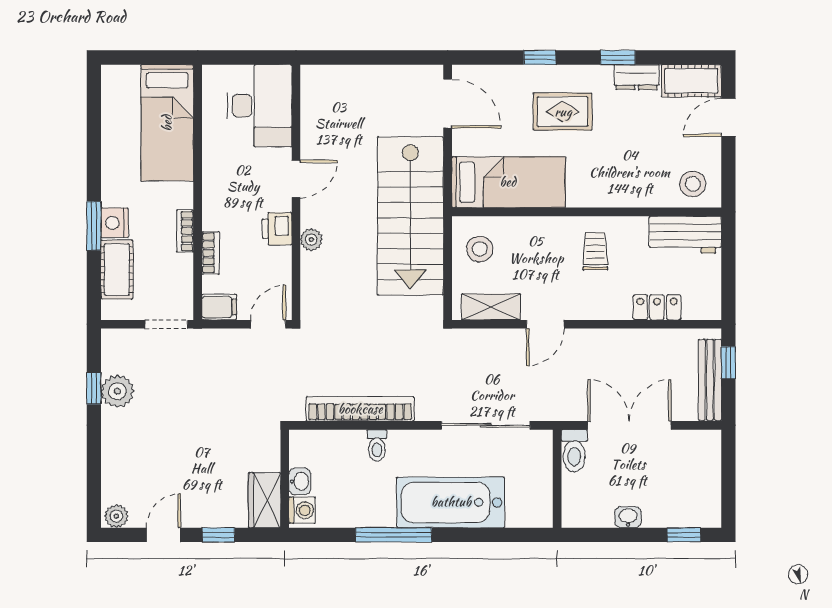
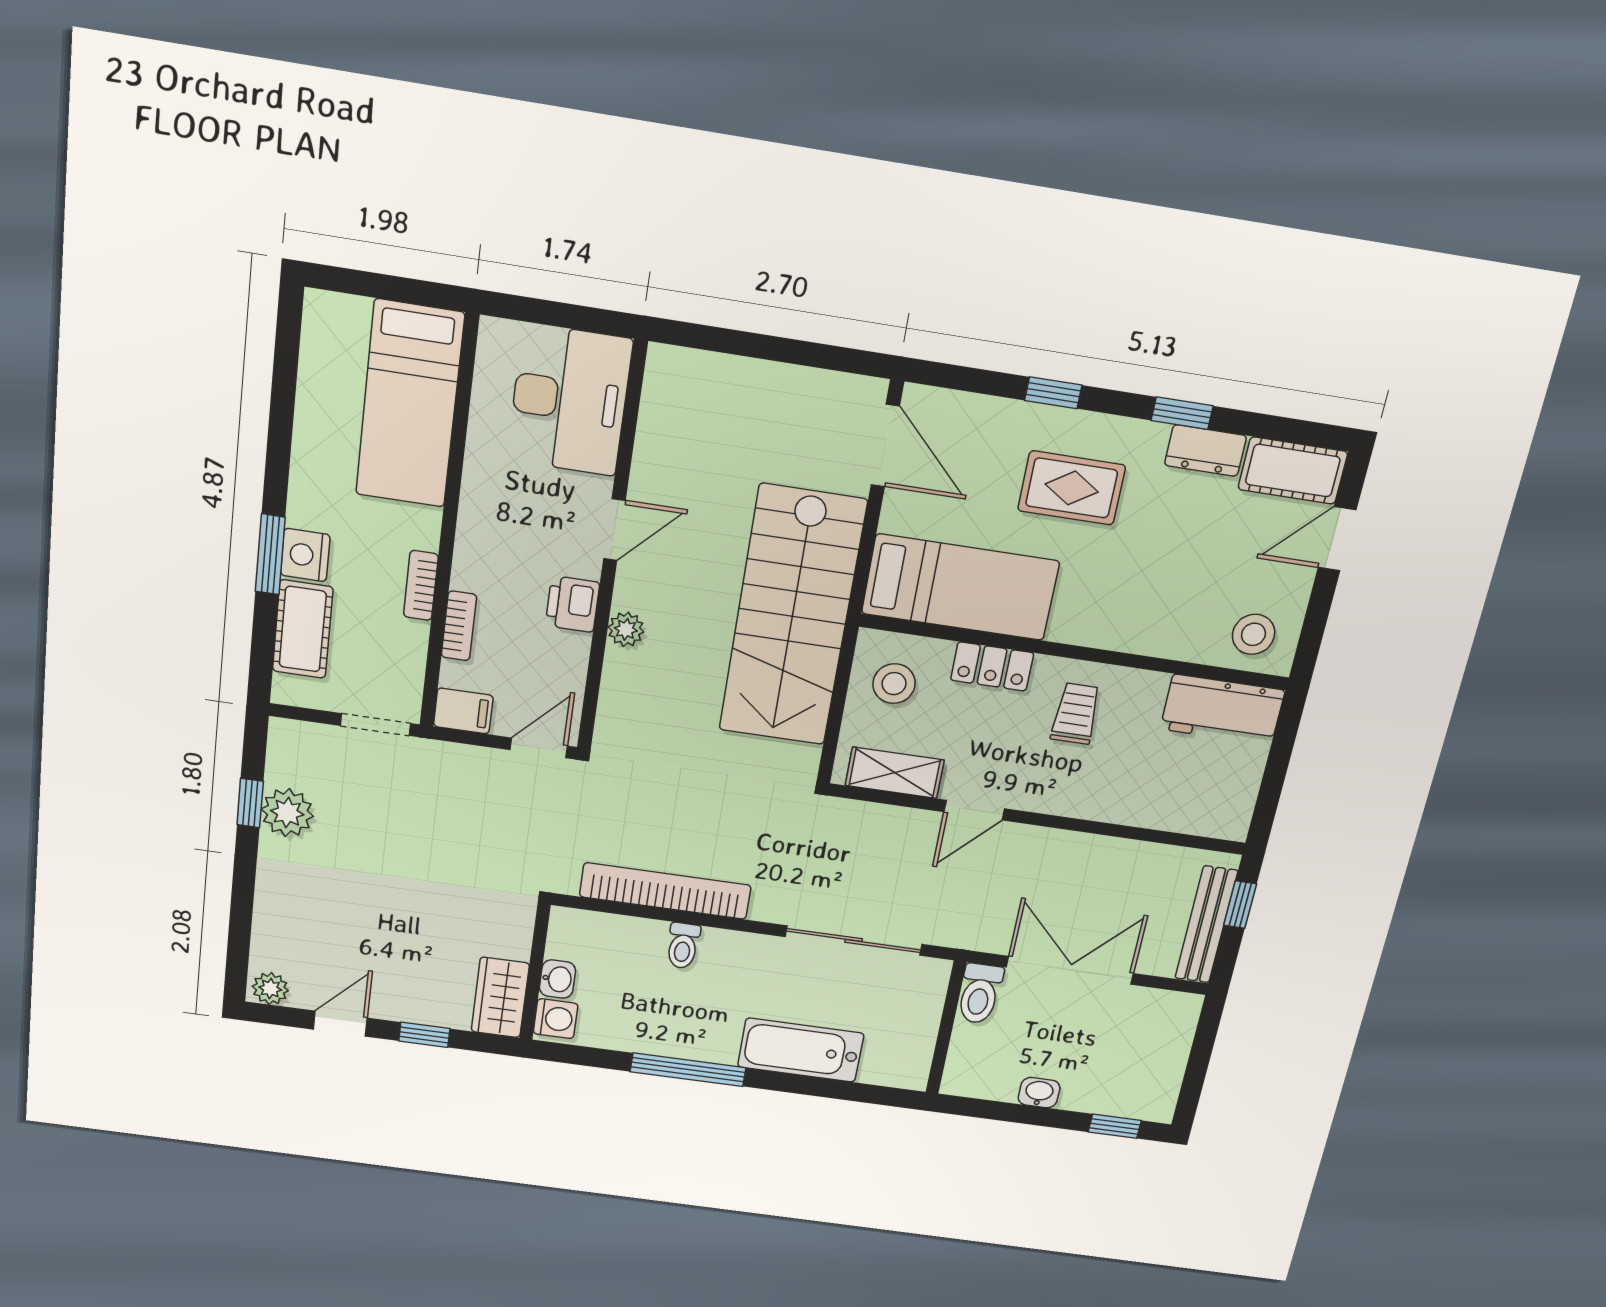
locker: (657, 307) -> (992, 666), moved, turned 180
bathtub: (451, 502) -> (801, 1050), width x0.73, depth x0.73

